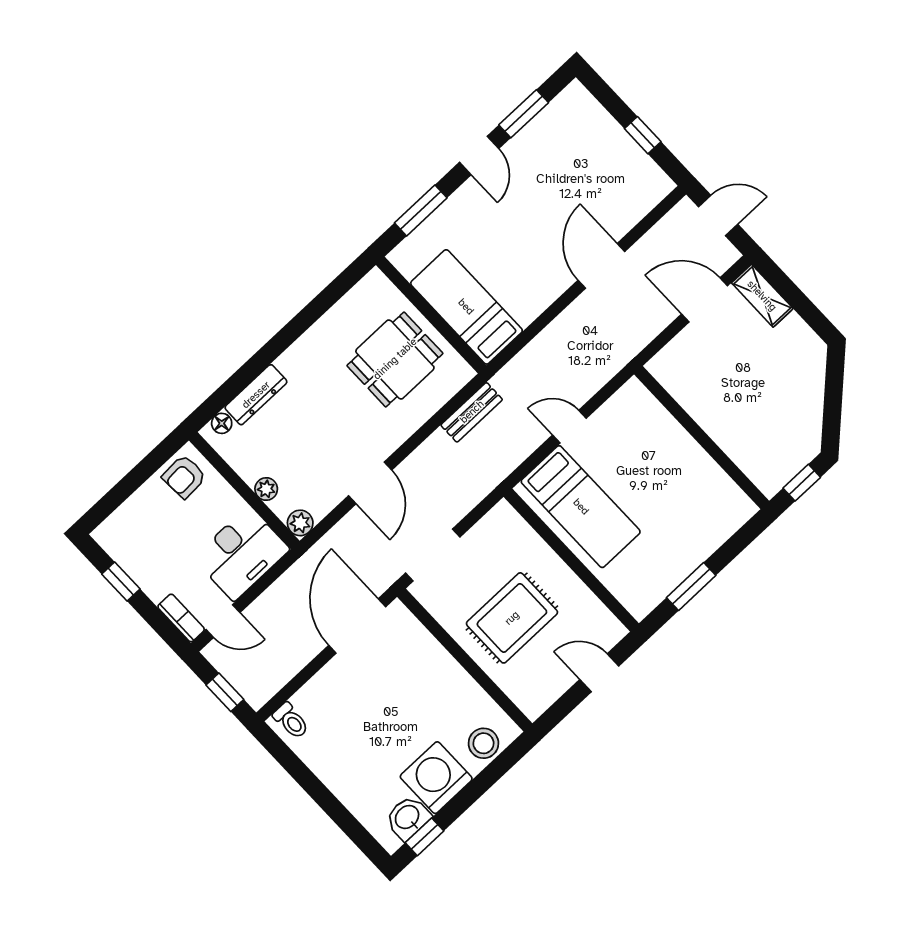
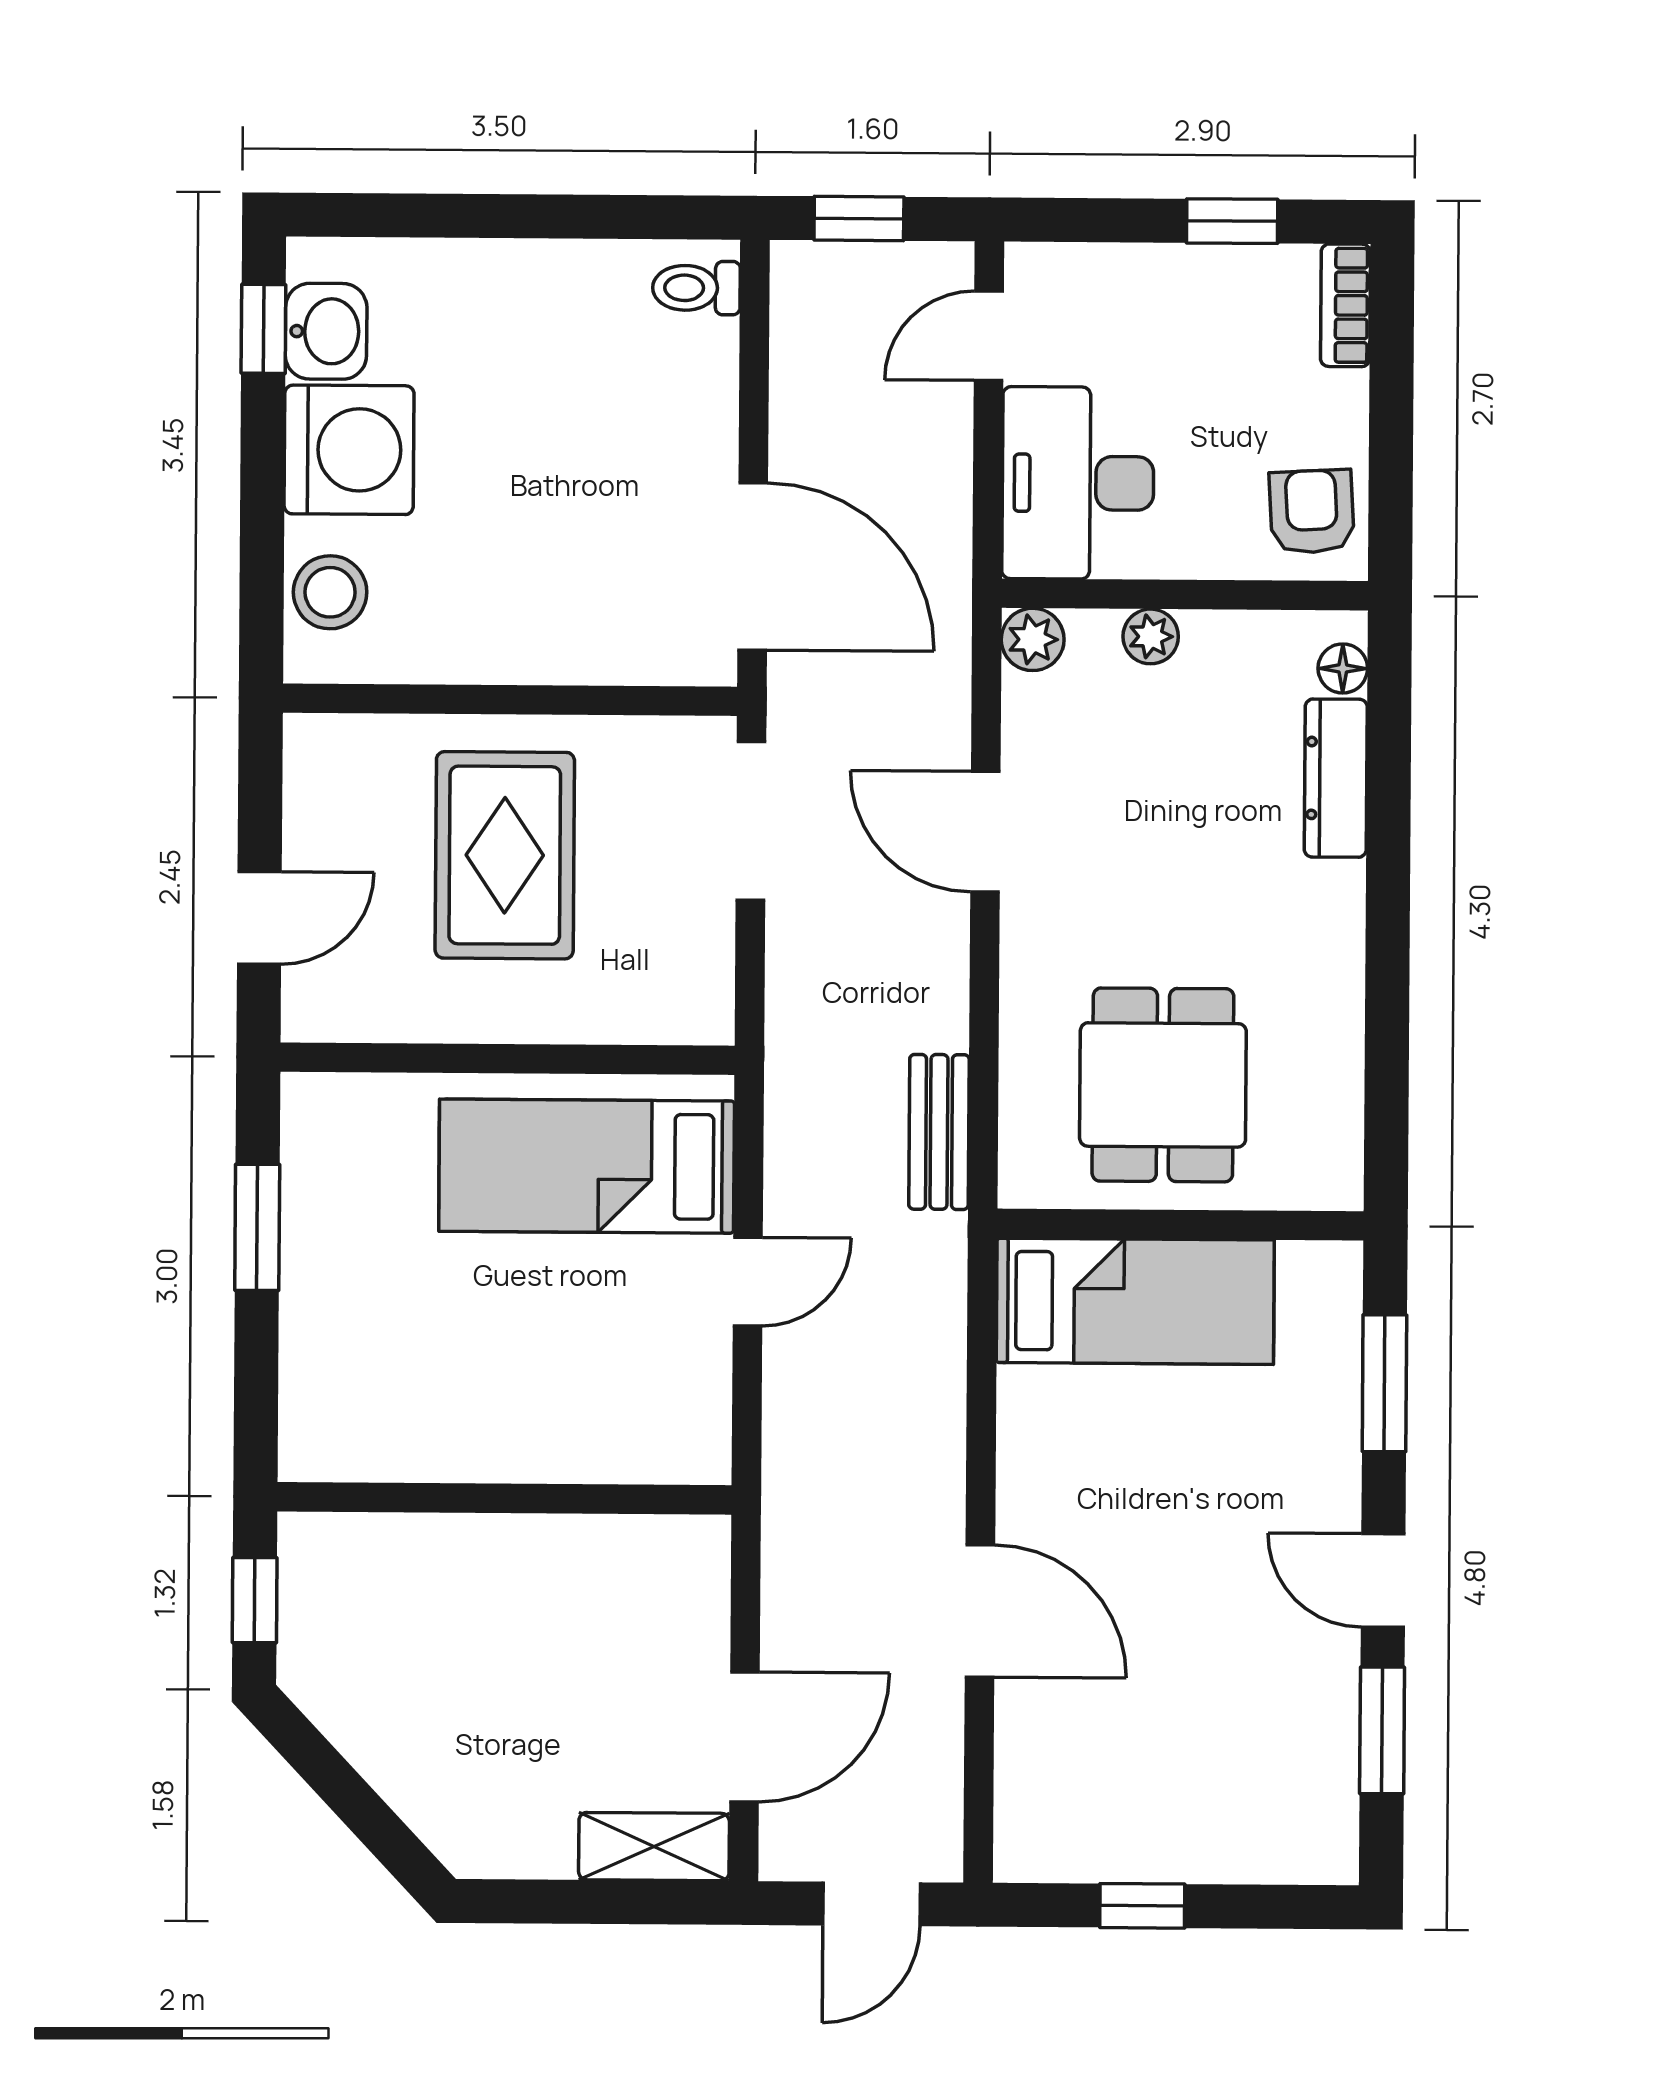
bookcase: (181, 618) -> (1345, 305), moved, turned 90

